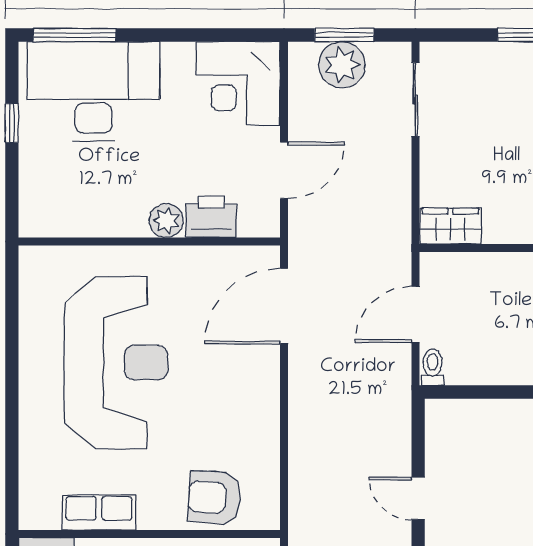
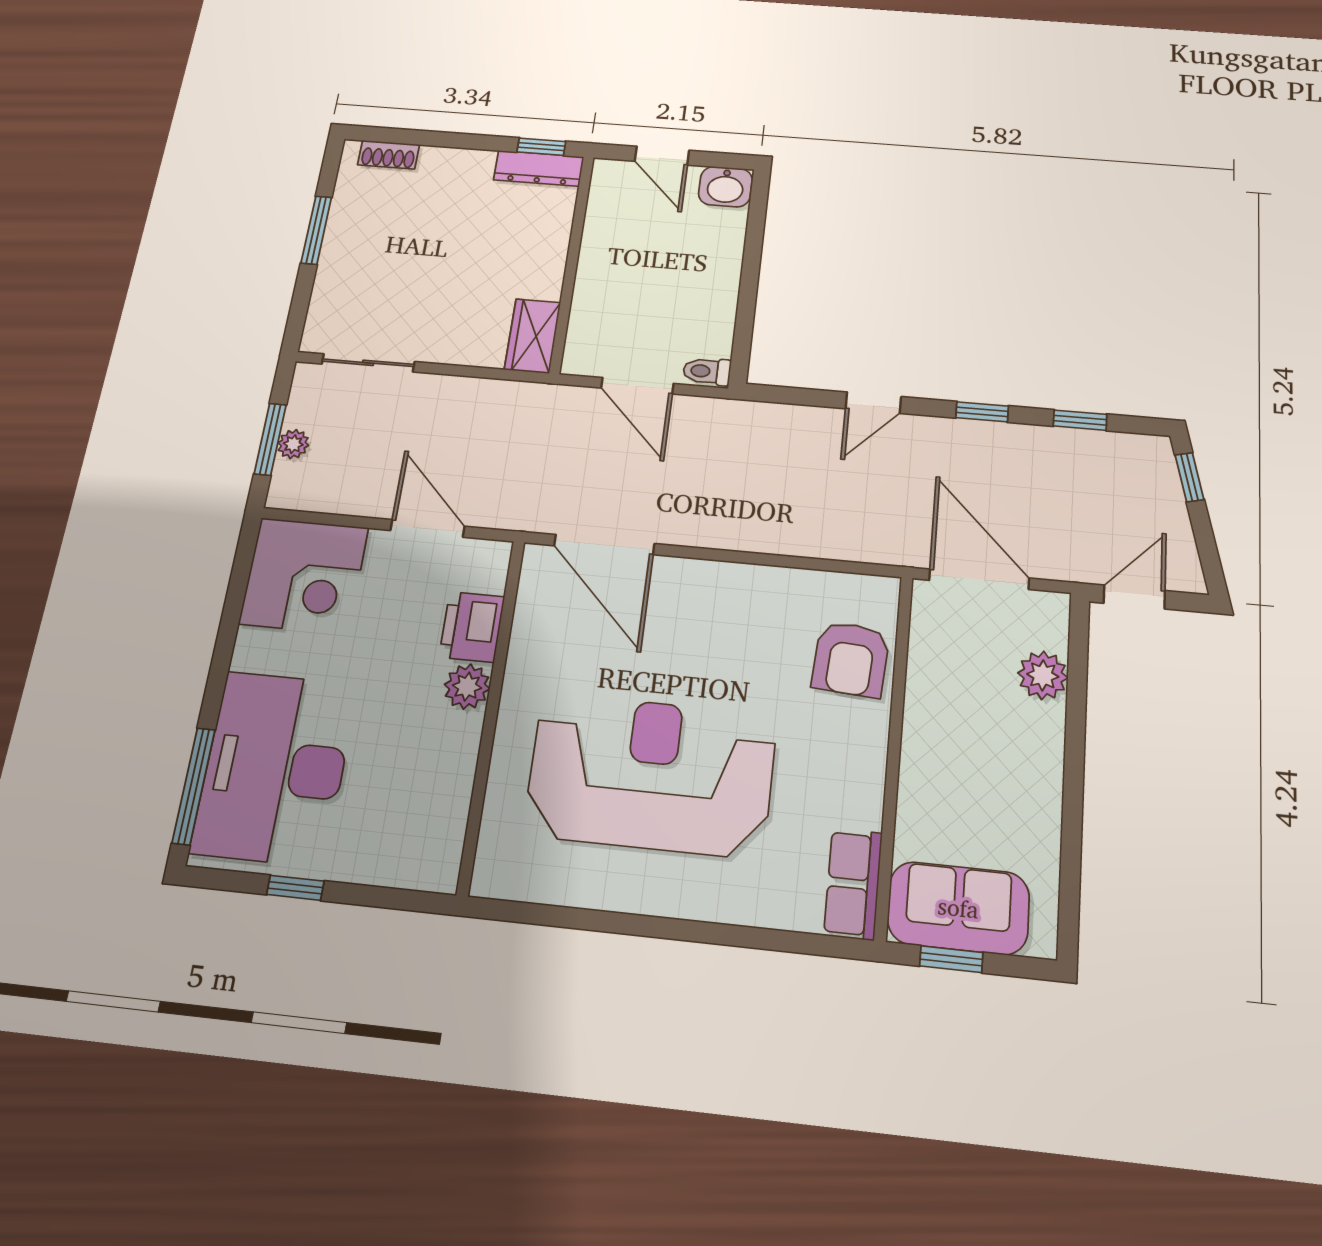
plant: (342, 65) -> (293, 444), width x0.53, depth x0.53
row of seats: (99, 513) -> (853, 884), moved

